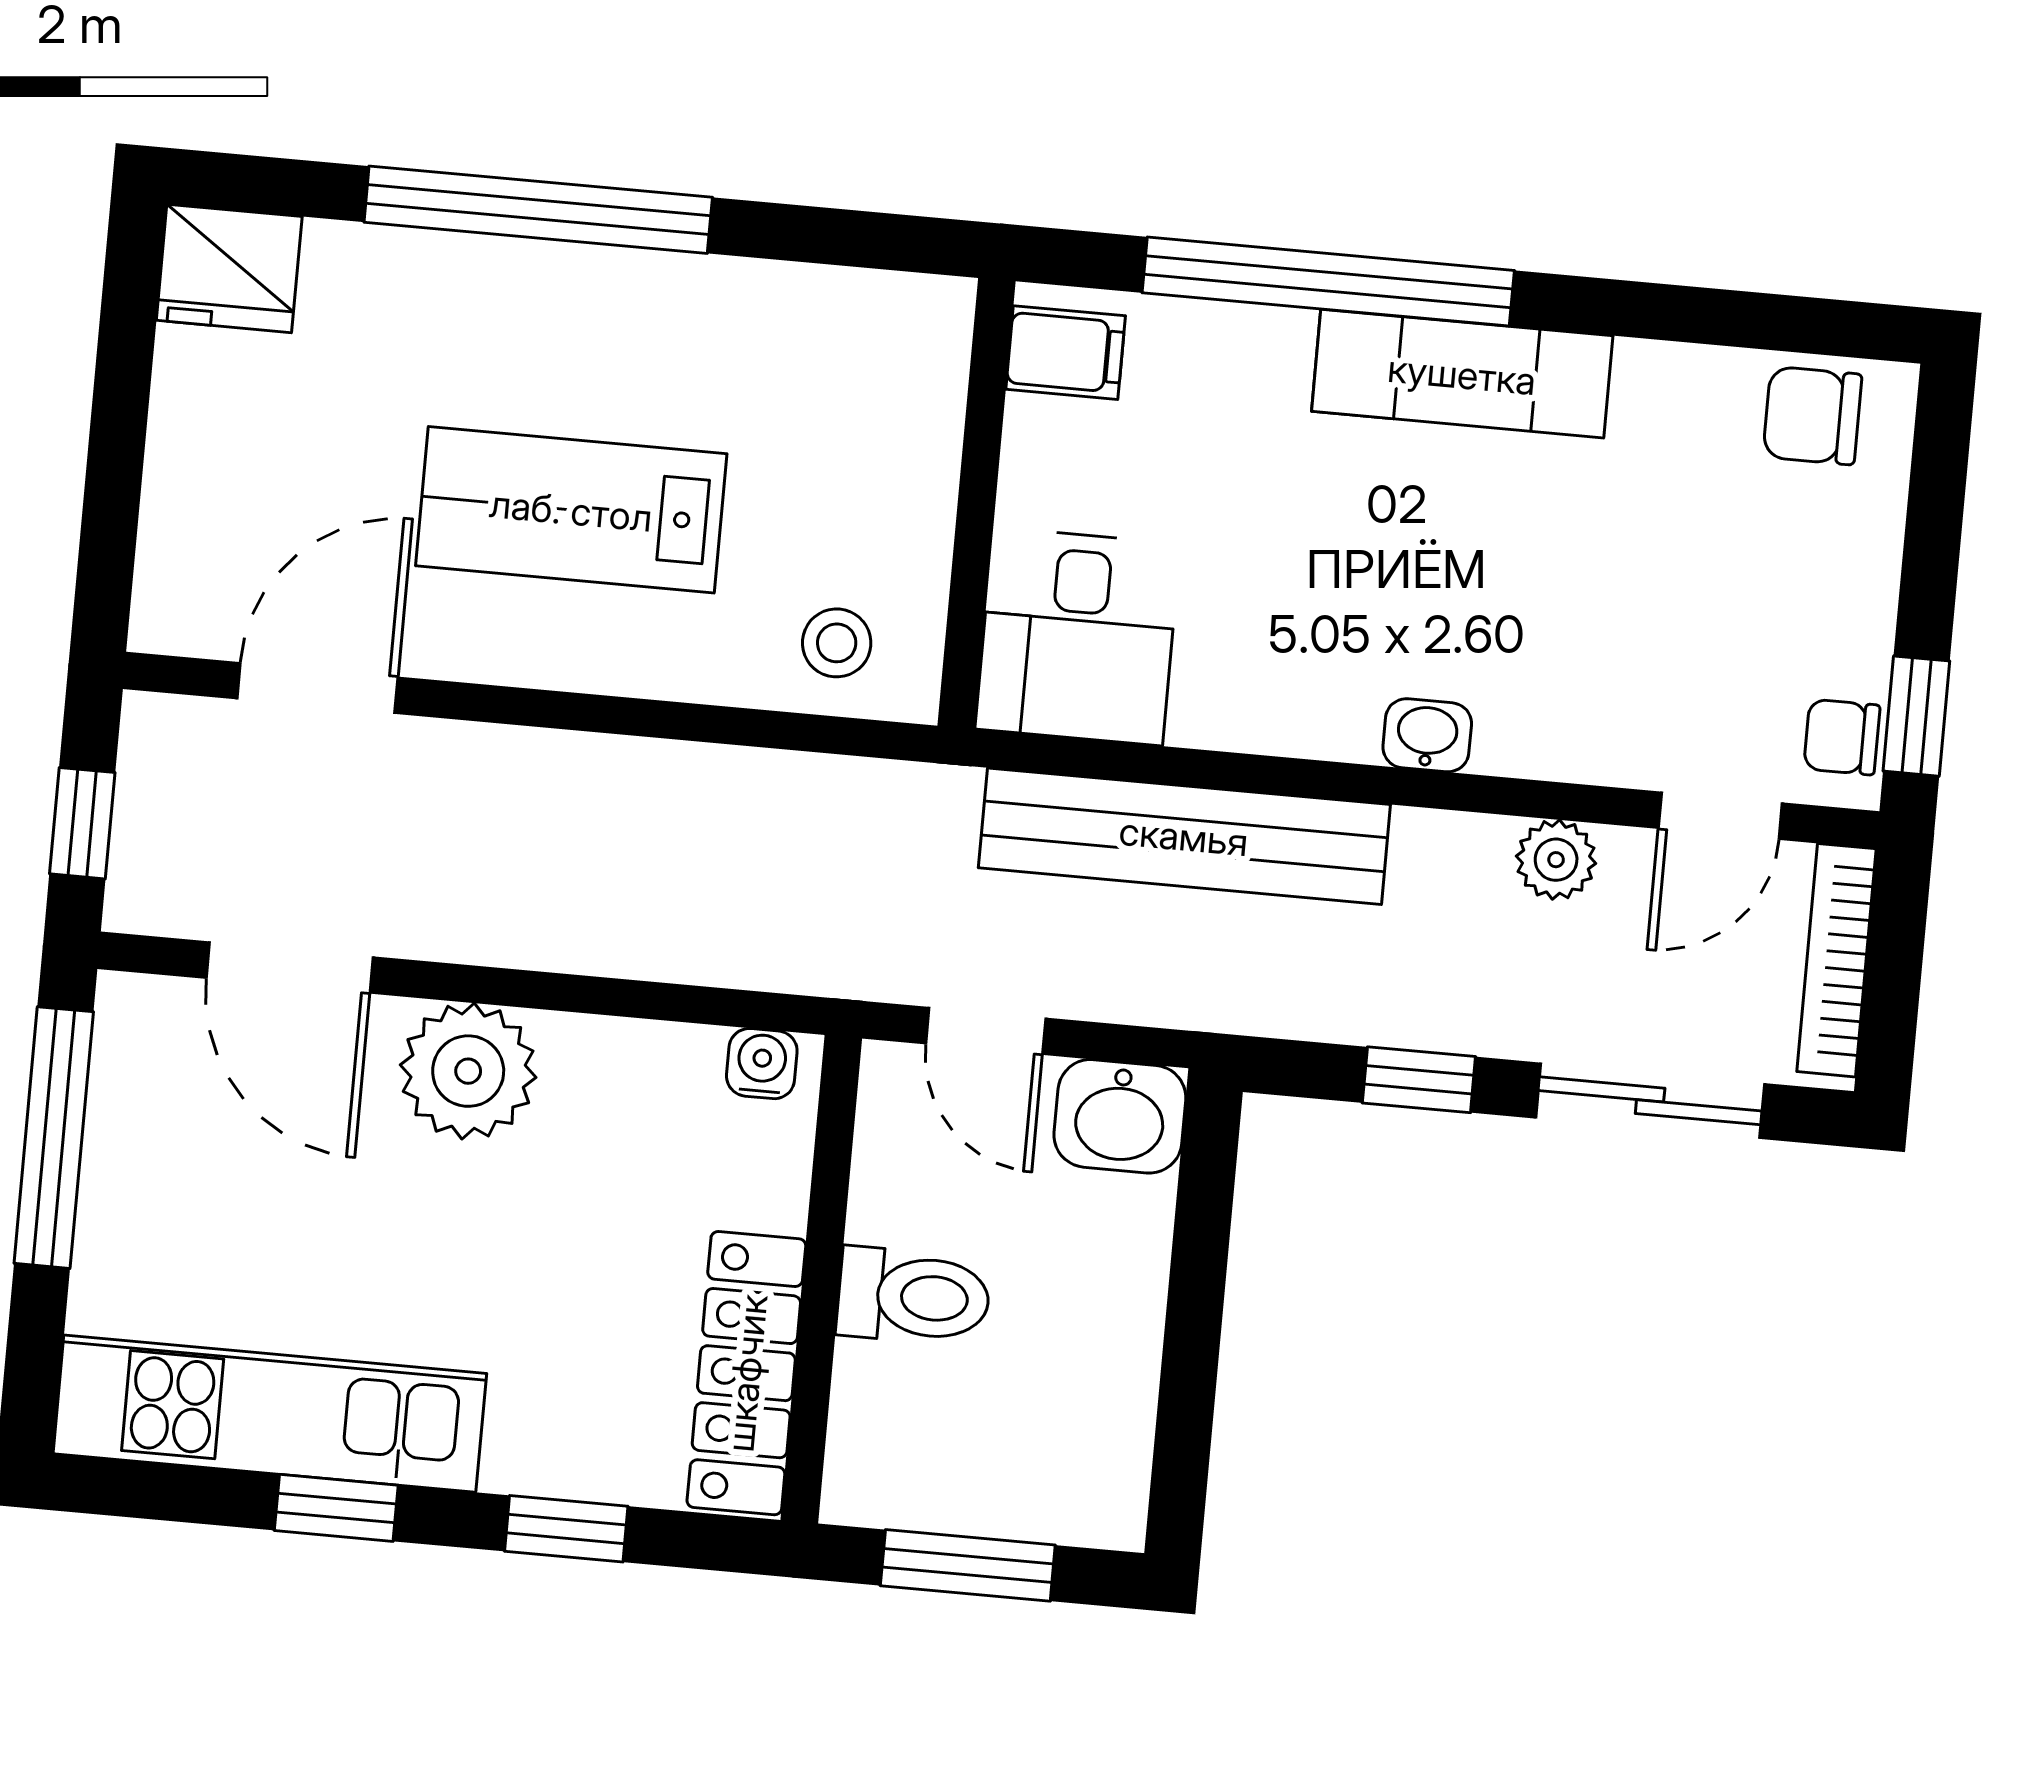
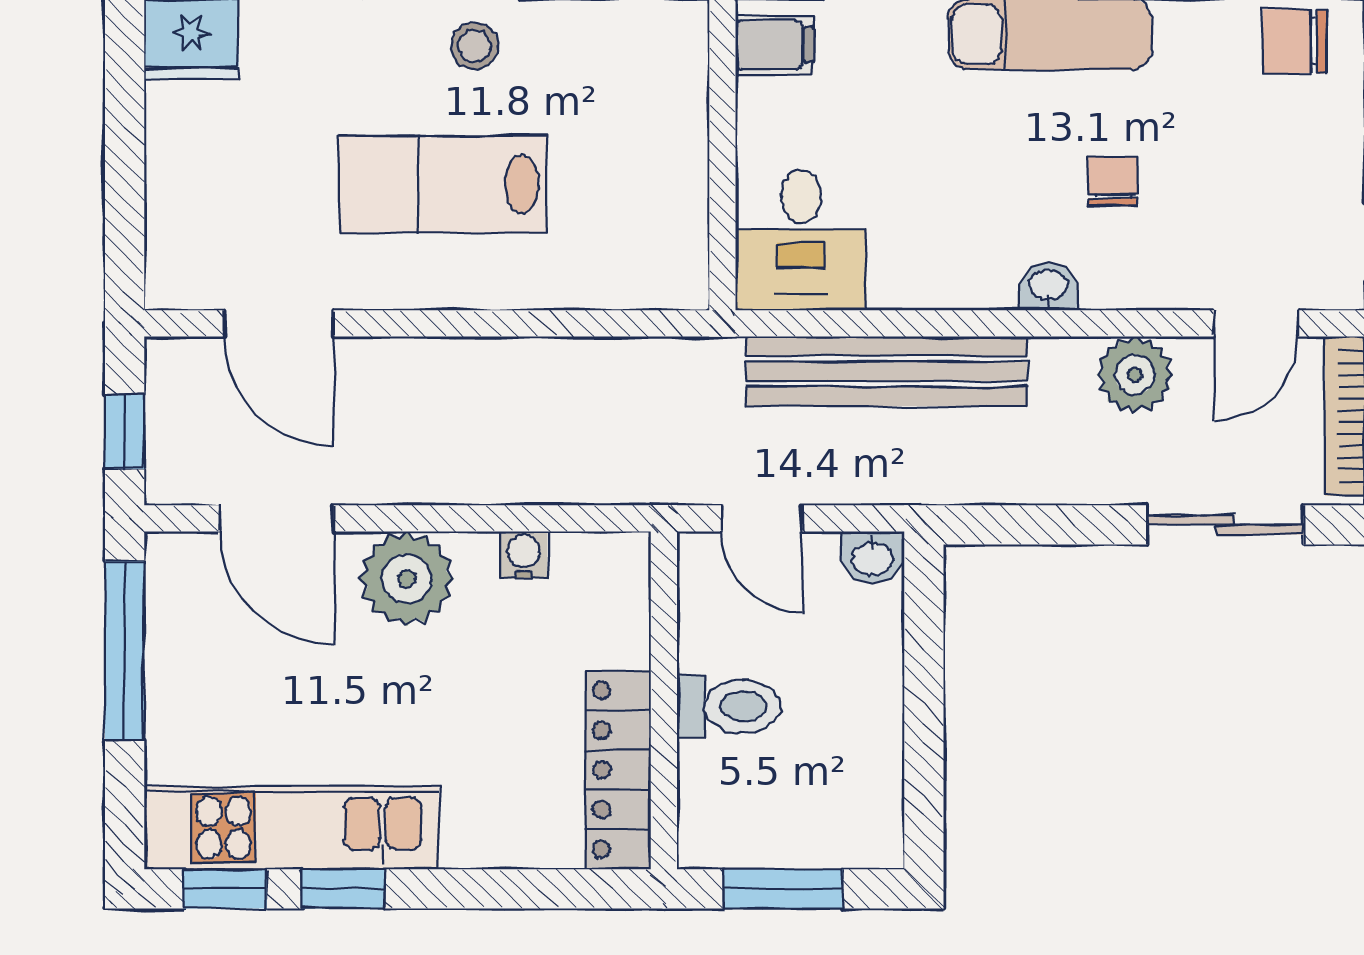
stool: (837, 643) -> (475, 46), moved
door: (318, 688) -> (279, 323), swing flipped
chair: (1842, 737) -> (1113, 182), moved, turned 90
plant: (1556, 860) -> (1135, 375), width x1.38, depth x1.38
water cooler: (762, 1064) -> (524, 555), moved
window: (1419, 1080) -> (1064, 525), removed
washbasin: (1120, 1116) -> (872, 557), width x0.72, depth x0.69
window: (566, 1529) -> (225, 889), moved

